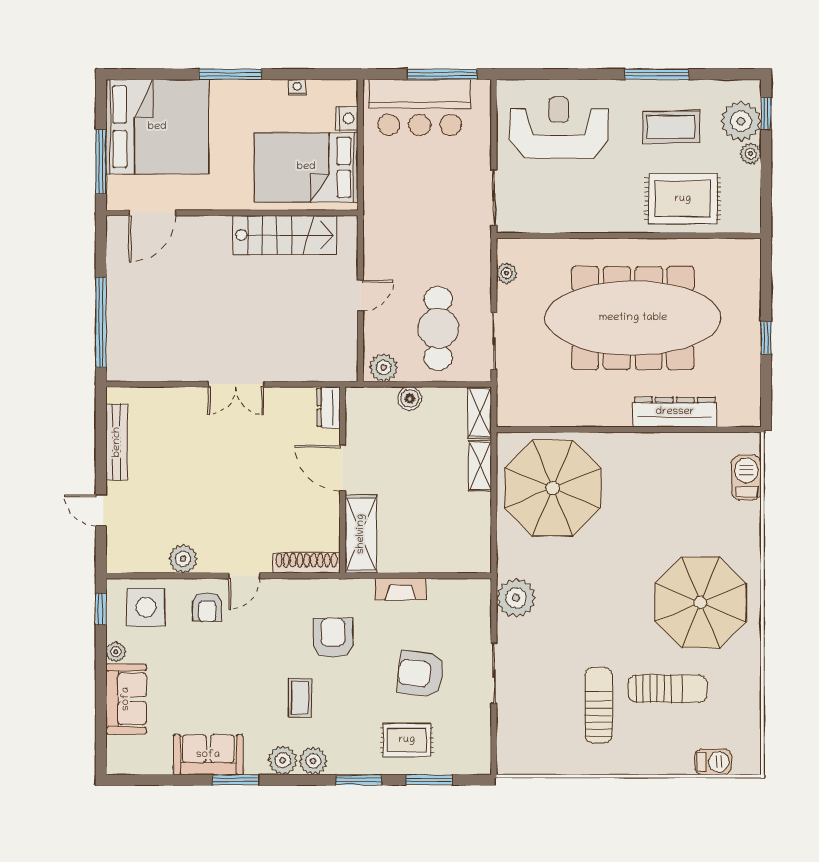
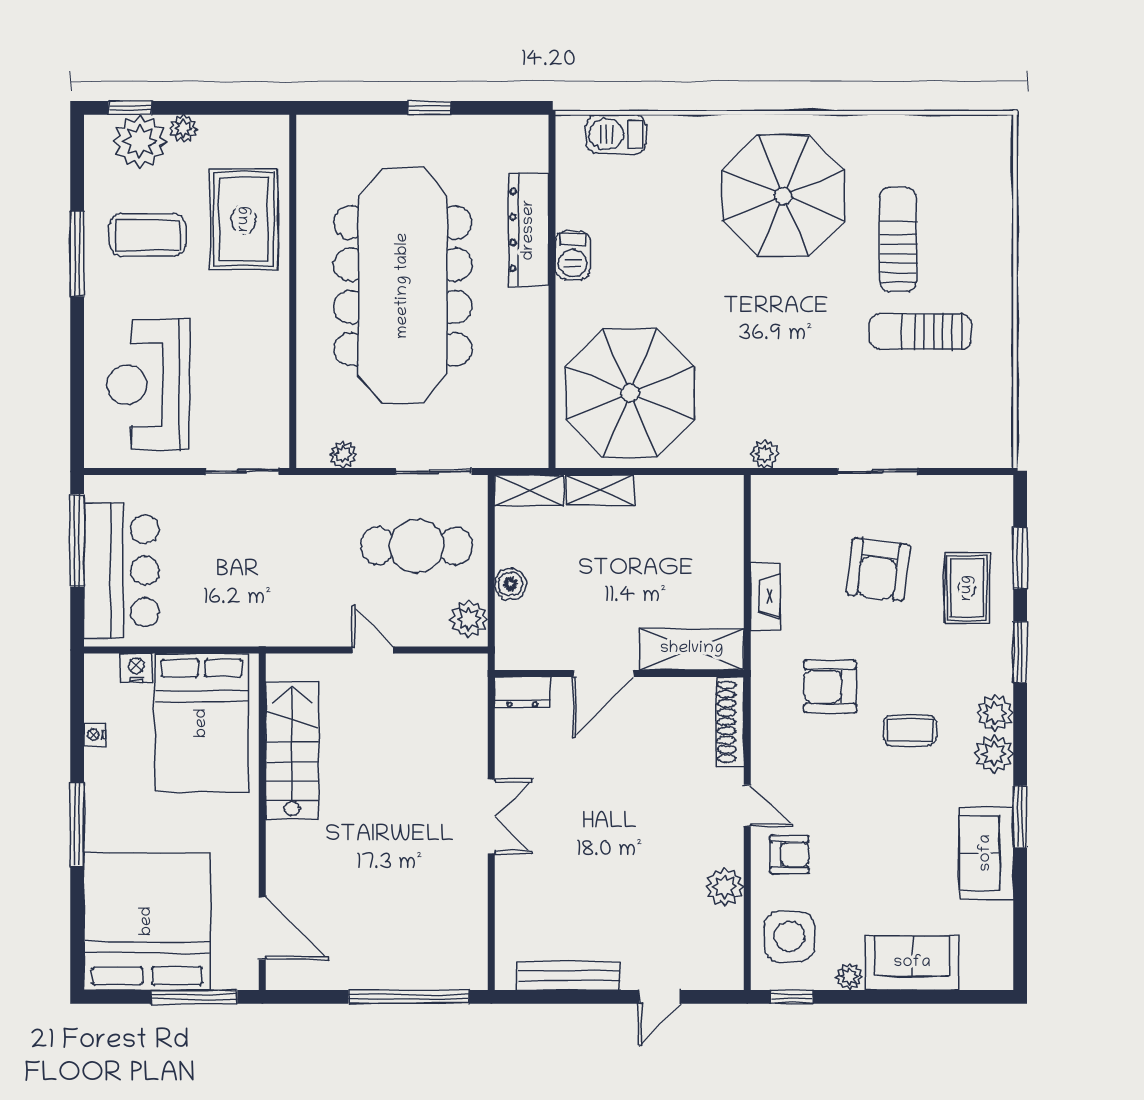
coffee table: (671, 127) -> (148, 235), turned 90
plant: (516, 598) -> (765, 454), width x0.53, depth x0.53
barbecue: (713, 762) -> (573, 255), moved, turned 180

